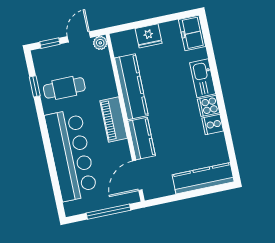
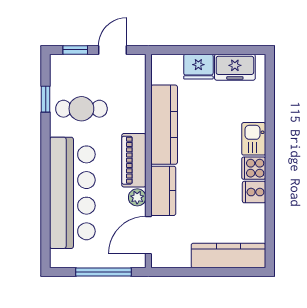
freezer: (192, 33) -> (235, 67), moved, turned -90
plant: (100, 43) -> (137, 197), moved
kitchen sink: (203, 78) -> (254, 139), width x0.73

